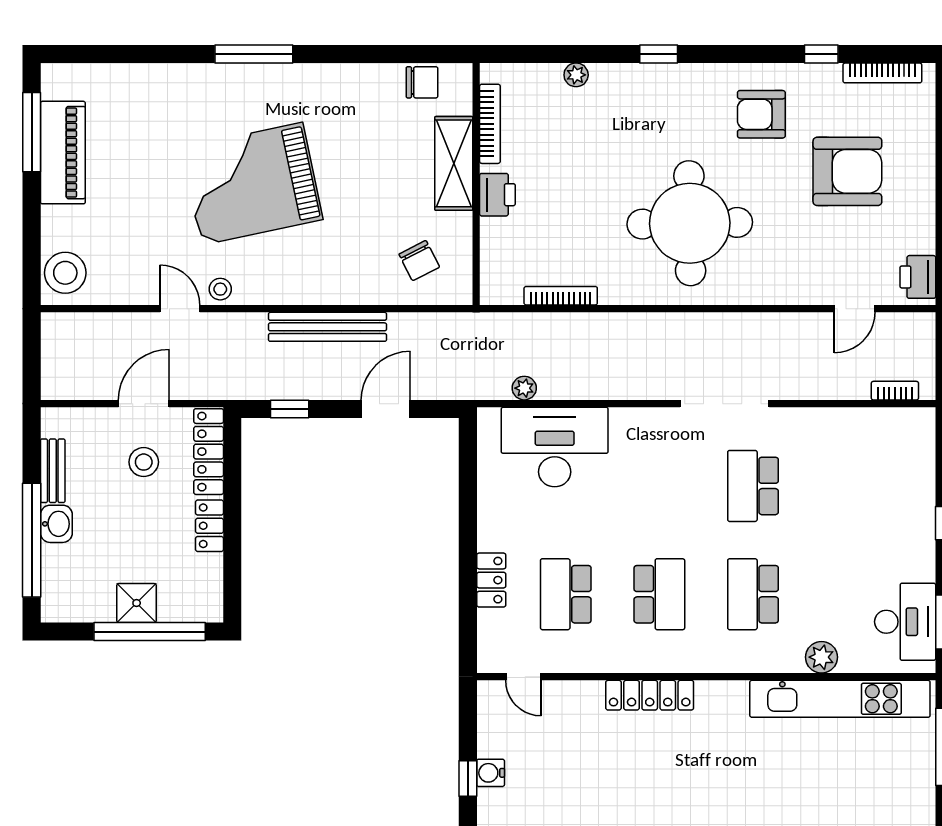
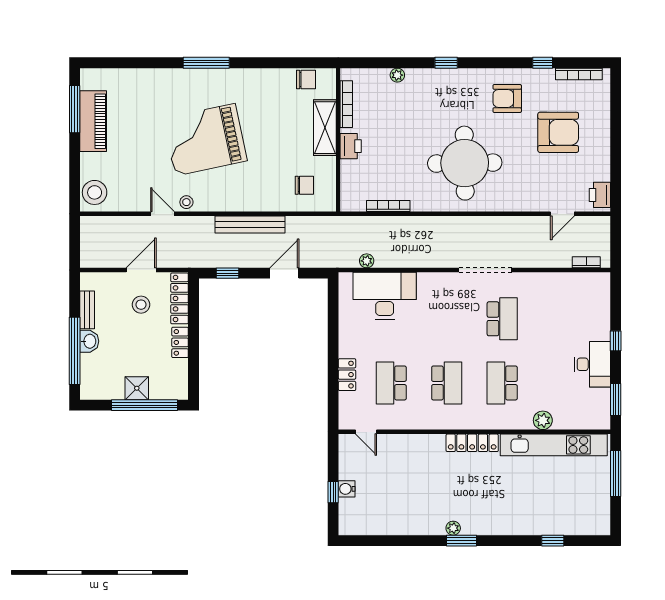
chair: (419, 261) -> (304, 185), turned -63
school desk: (753, 486) -> (502, 319), turned 180
desk: (905, 622) -> (592, 364), moved
locker: (650, 695) -> (472, 443), moved

